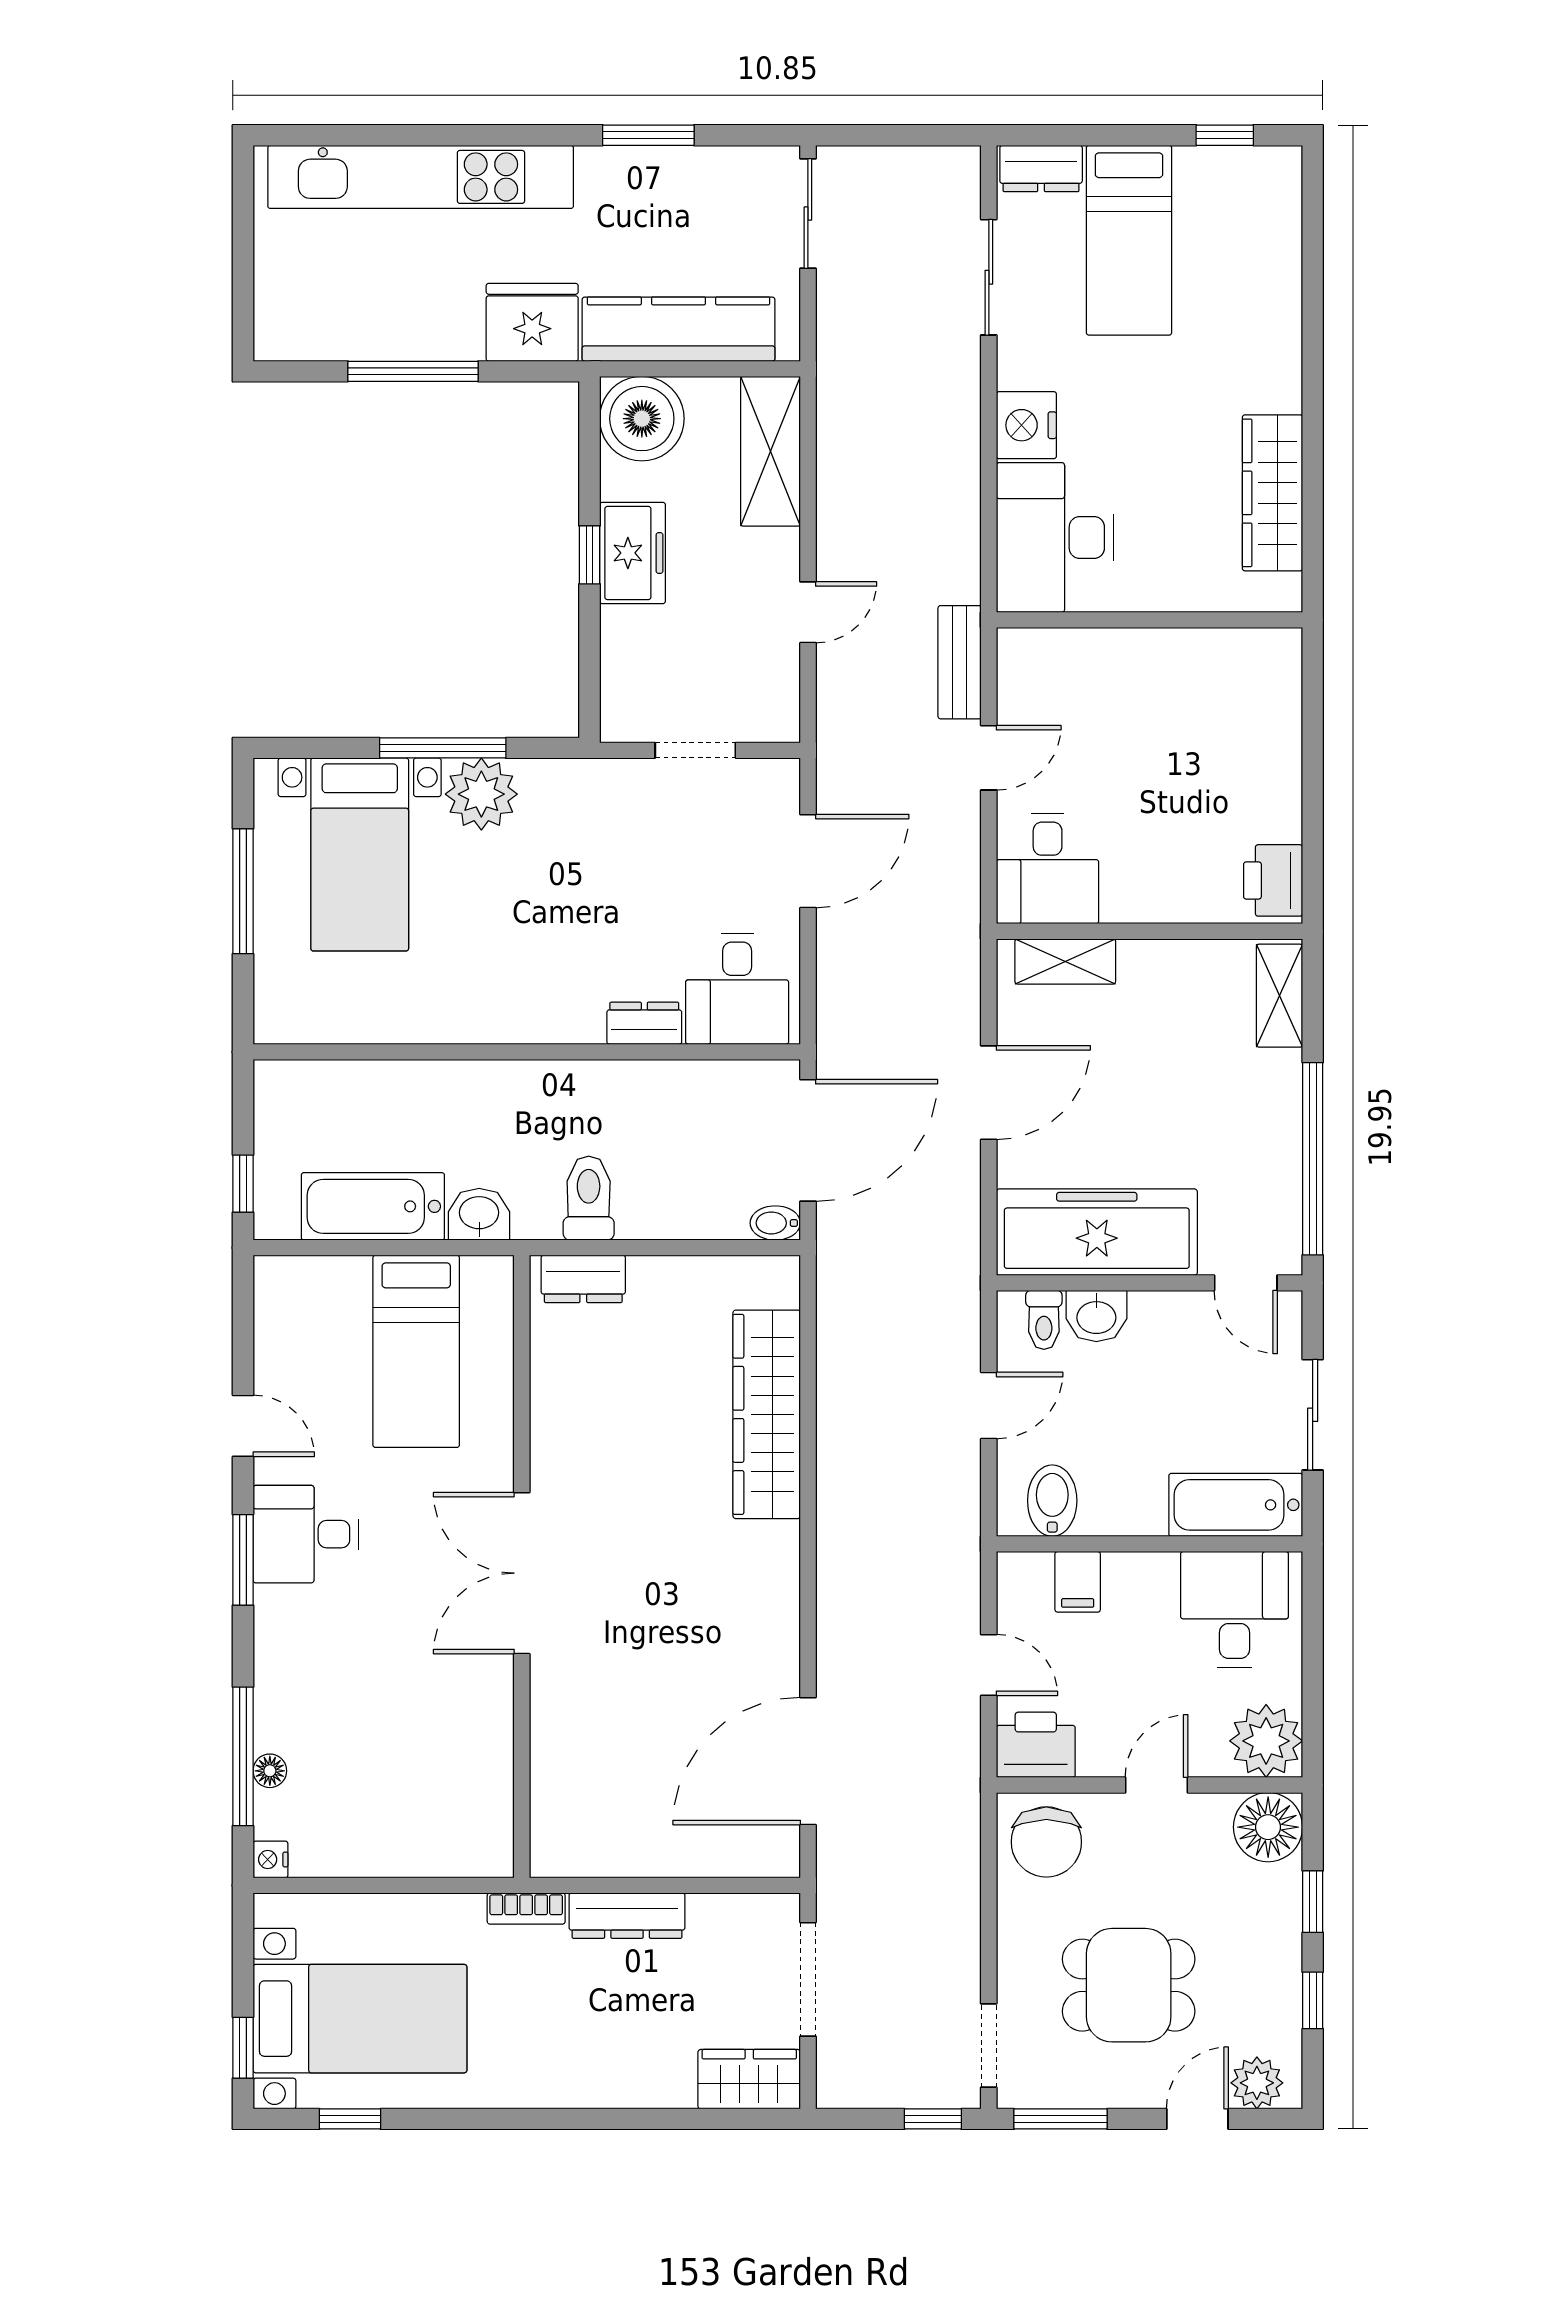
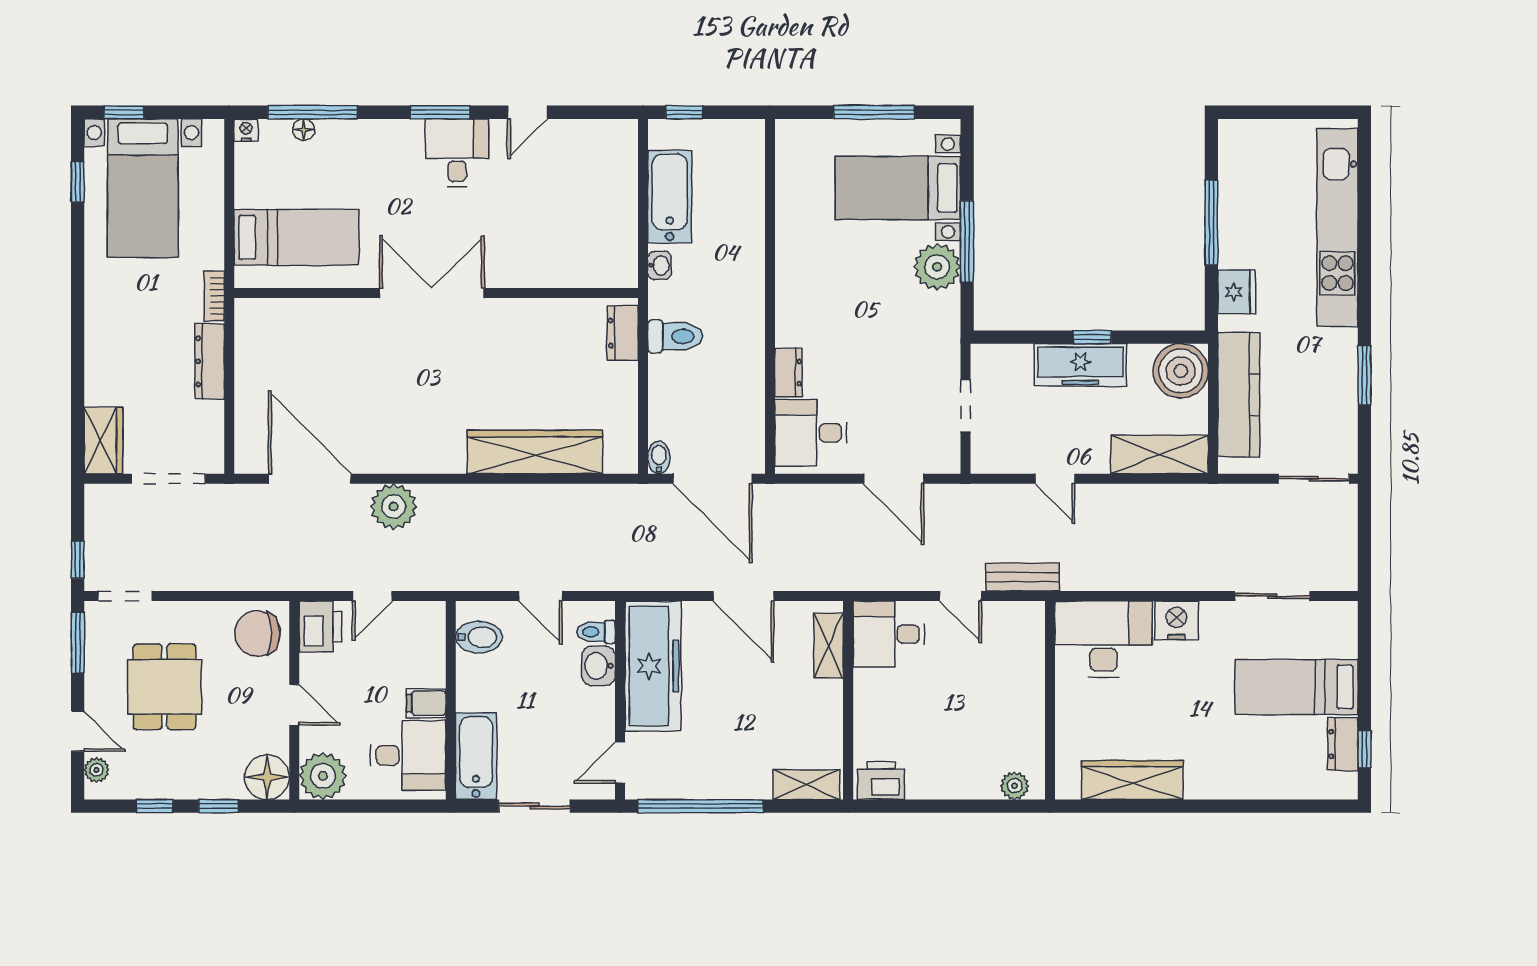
dresser: (1041, 169) -> (1343, 744), moved
fridge: (532, 322) -> (1237, 292), width x0.73, depth x0.75
freezer: (632, 553) -> (1080, 365), width x1.40
plant: (1281, 675) -> (1015, 786), added
washbasin: (479, 1214) -> (659, 265), width x0.72, depth x0.69
bed: (416, 1351) -> (296, 237), moved, turned 180
filing cabinet: (1078, 1582) -> (426, 703), moved
plant: (851, 1632) -> (394, 507), added
plant: (1257, 2083) -> (96, 770), width x0.73, depth x0.73

